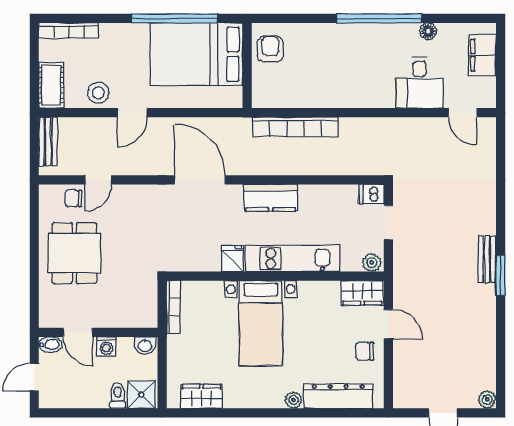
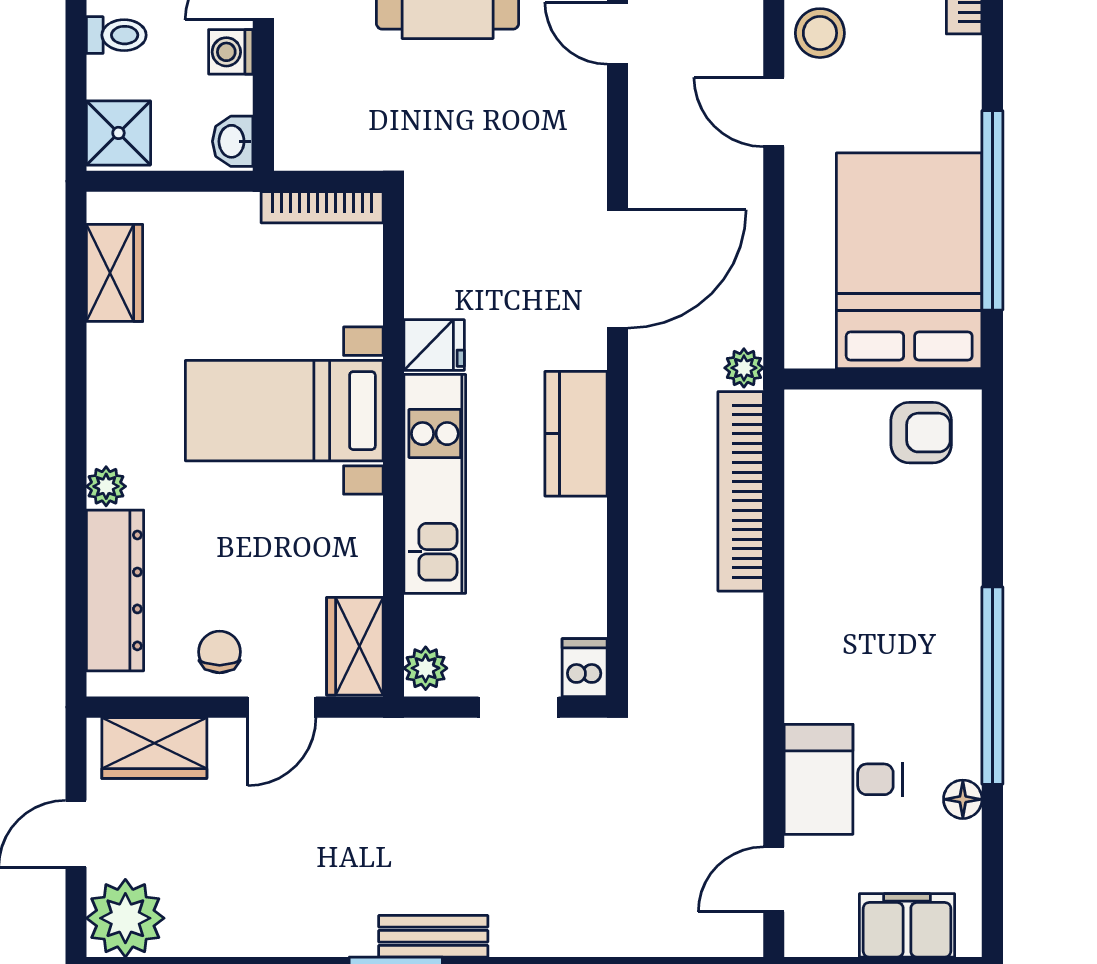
plant: (242, 125) -> (744, 368), added
wardrobe: (406, 379) -> (154, 748), added
toilet: (118, 396) -> (116, 35), moved
plant: (487, 400) -> (125, 918), width x1.88, depth x1.88

